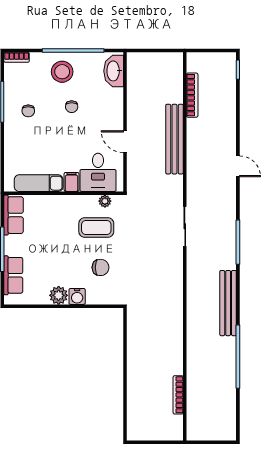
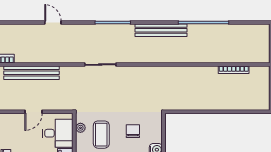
door: (238, 166) -> (53, 23), hinge flipped

